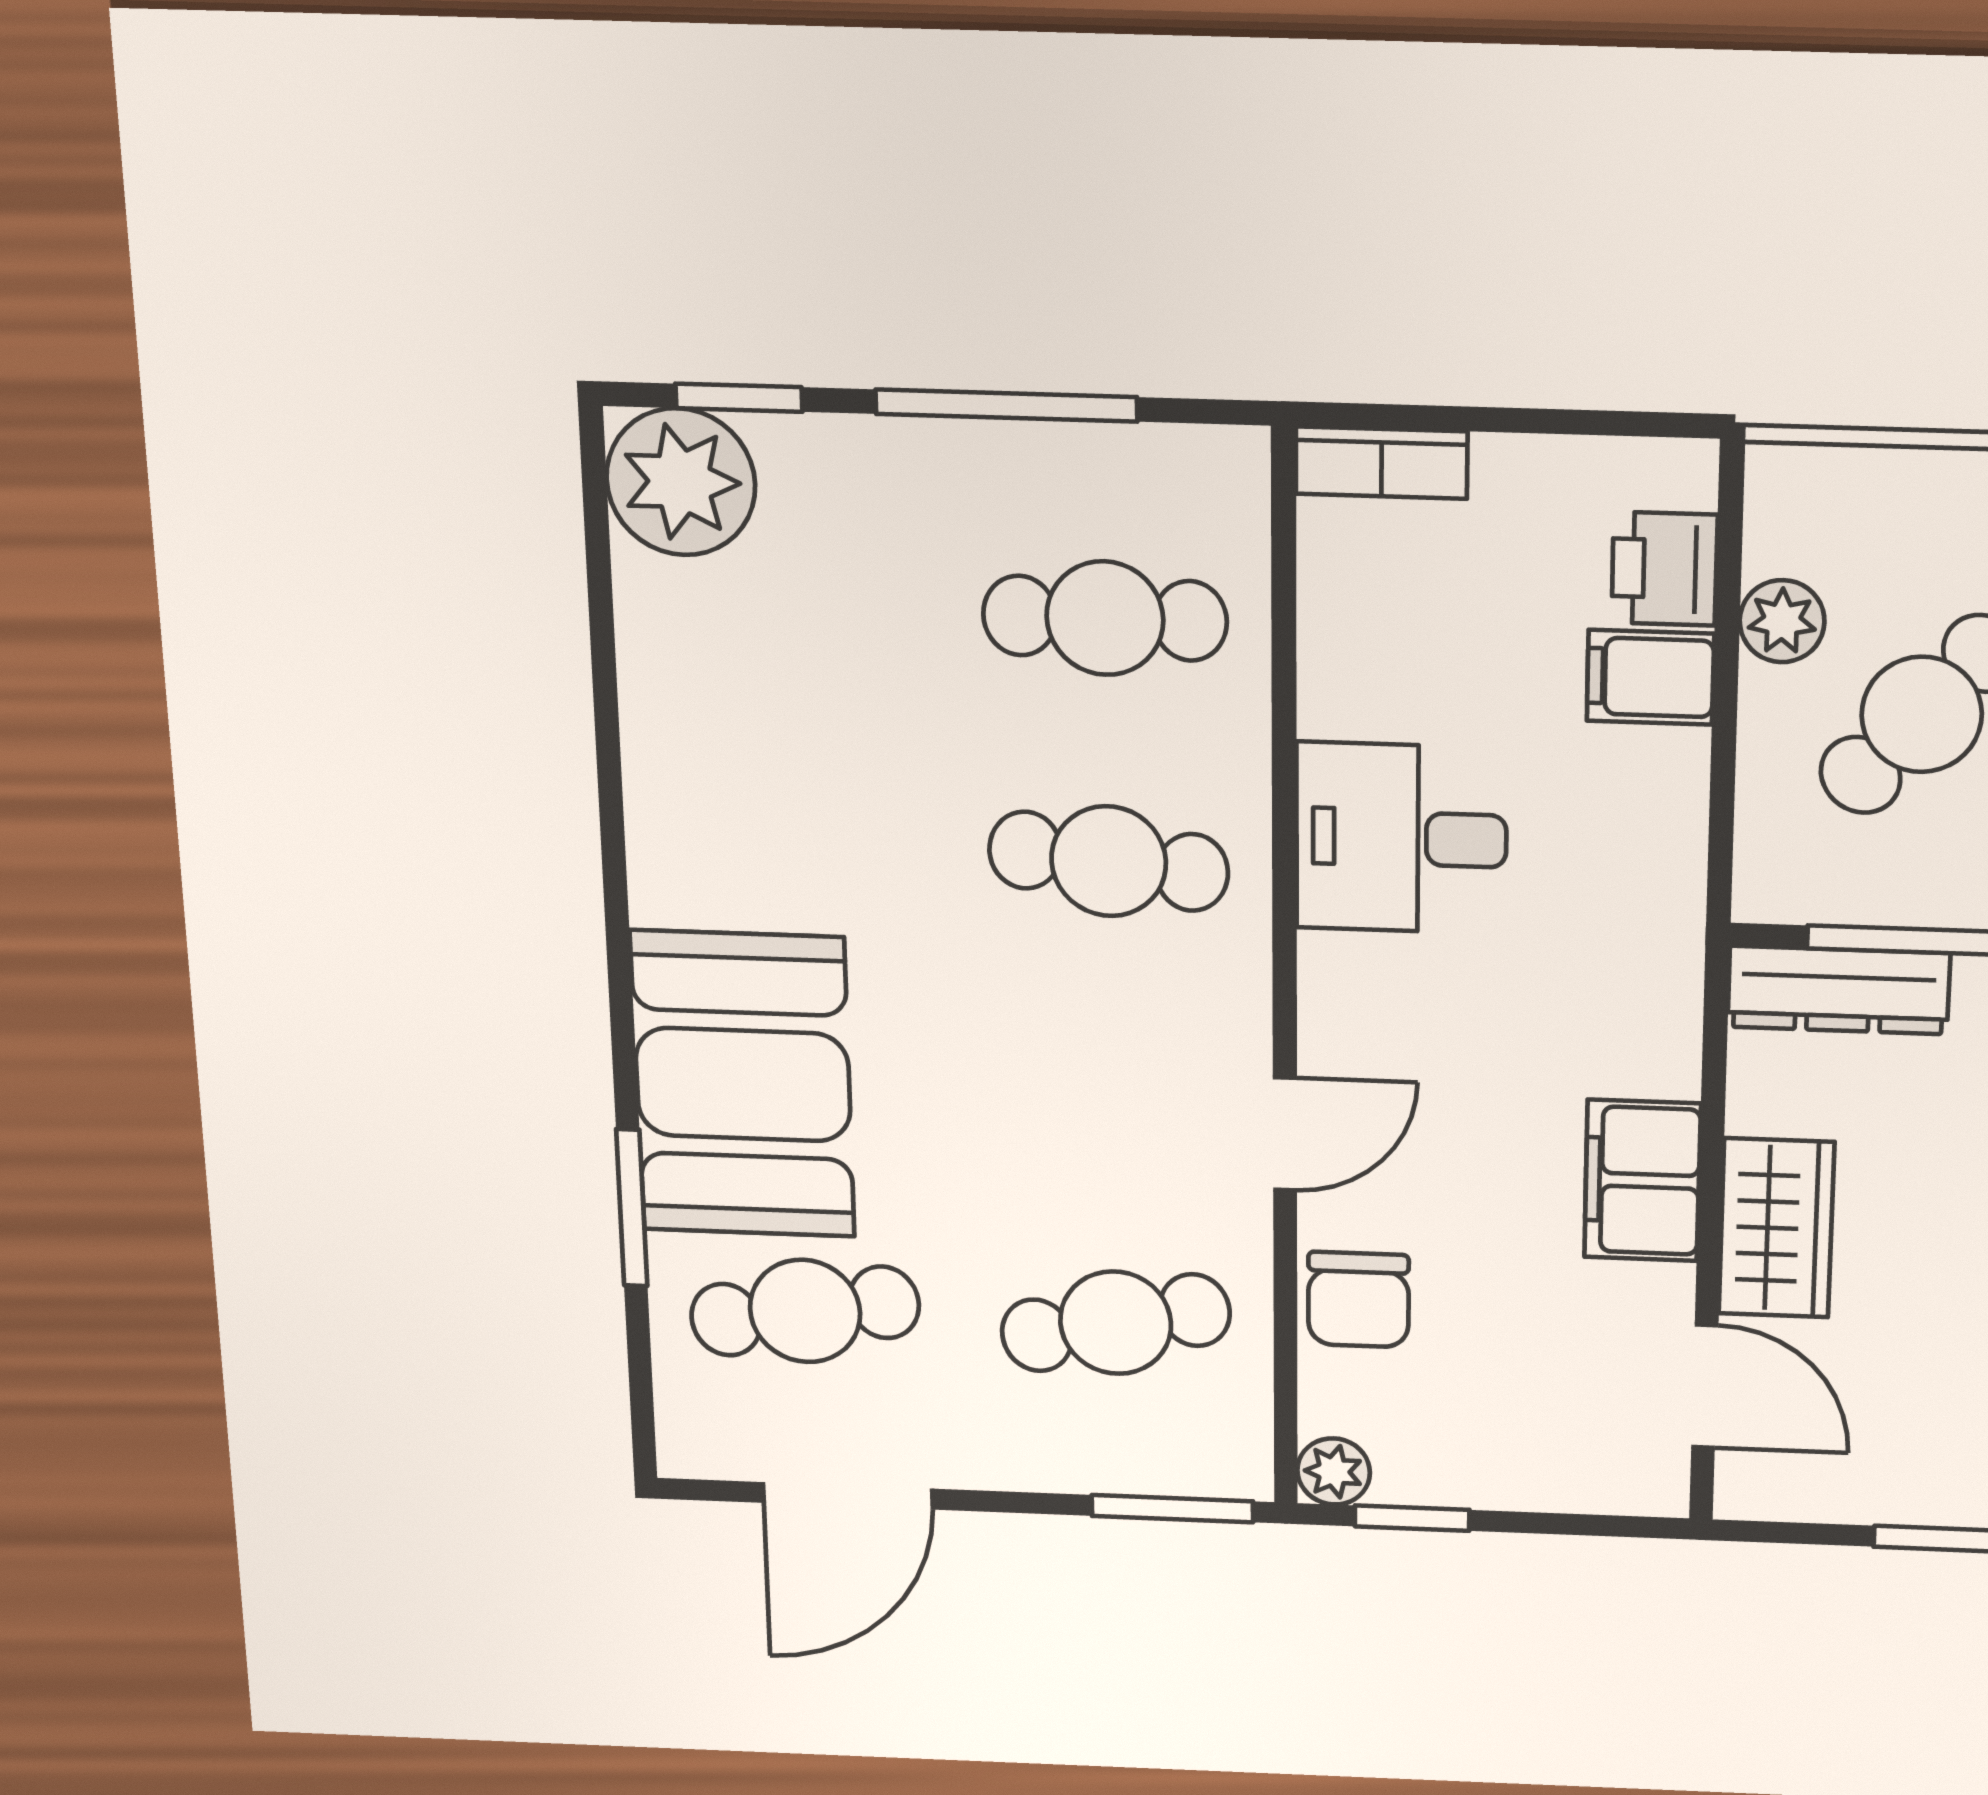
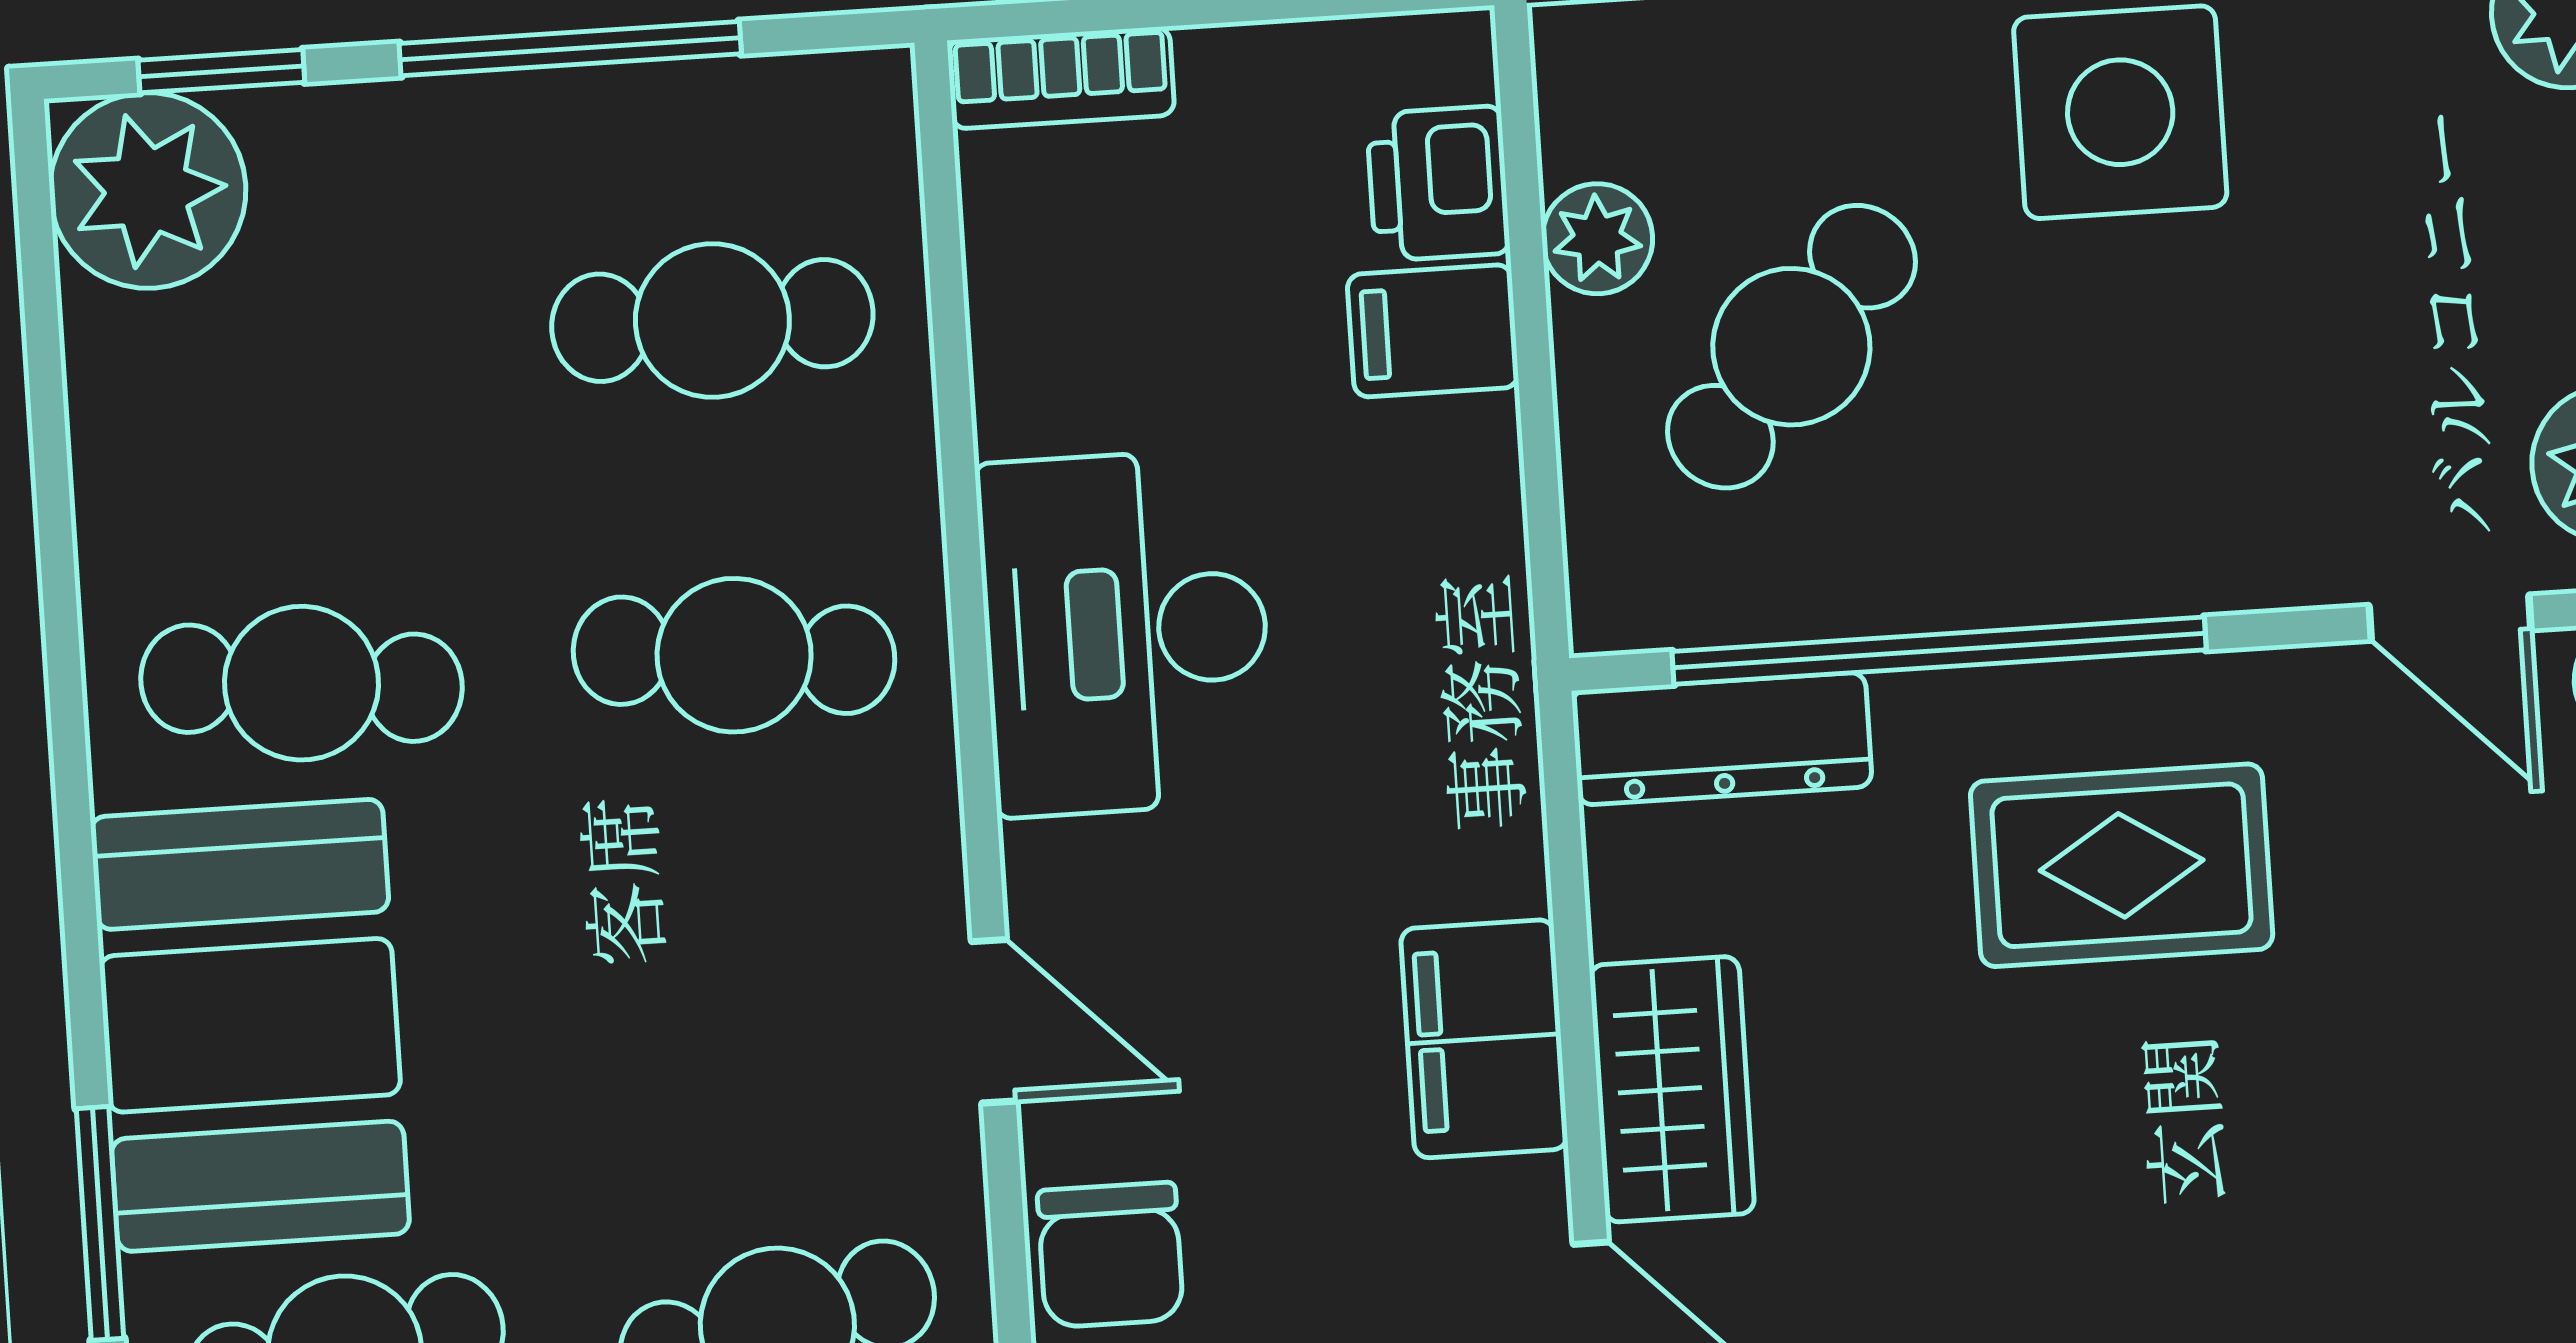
desk: (1401, 838) -> (1125, 632), width x1.37
cafe table: (787, 850) -> (302, 683), added
door: (1285, 1134) -> (994, 1021), hinge flipped

